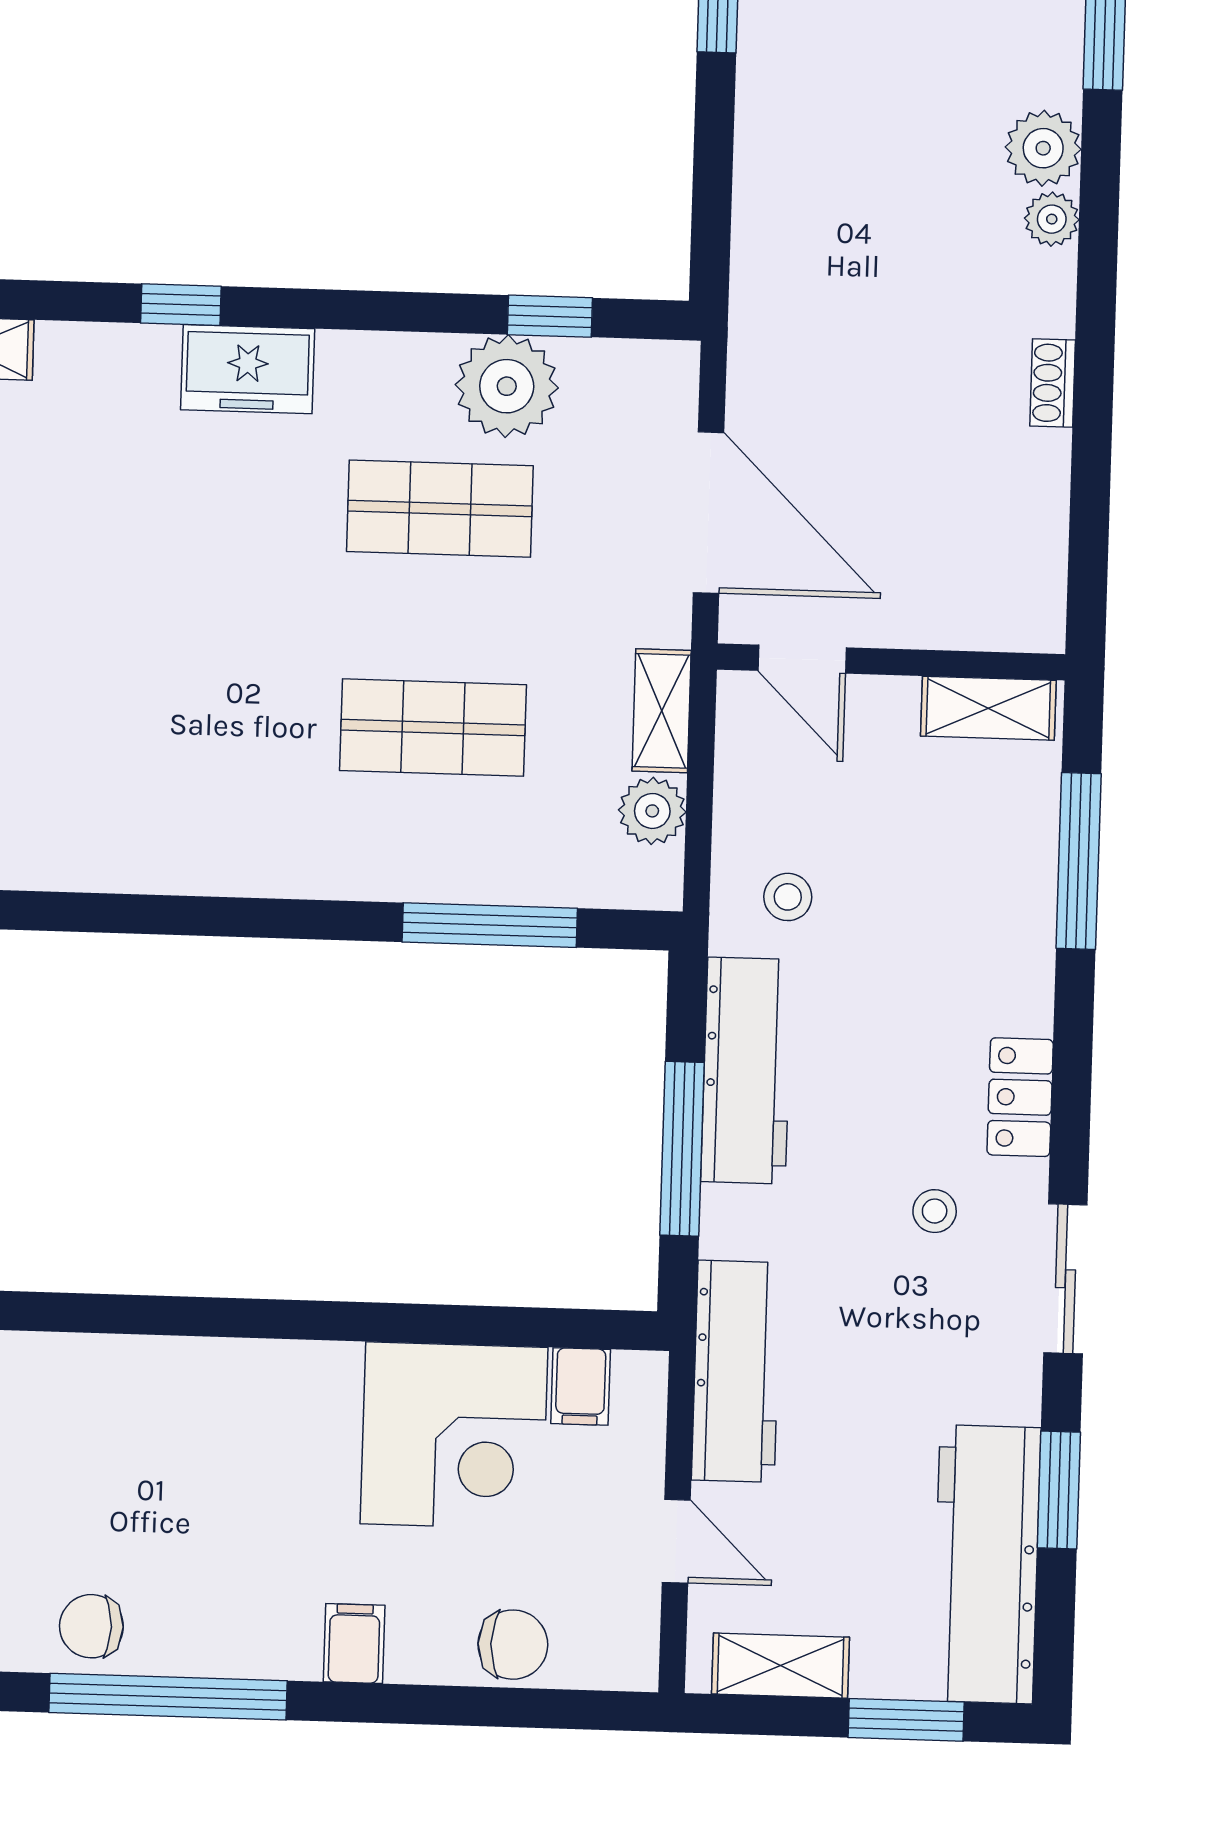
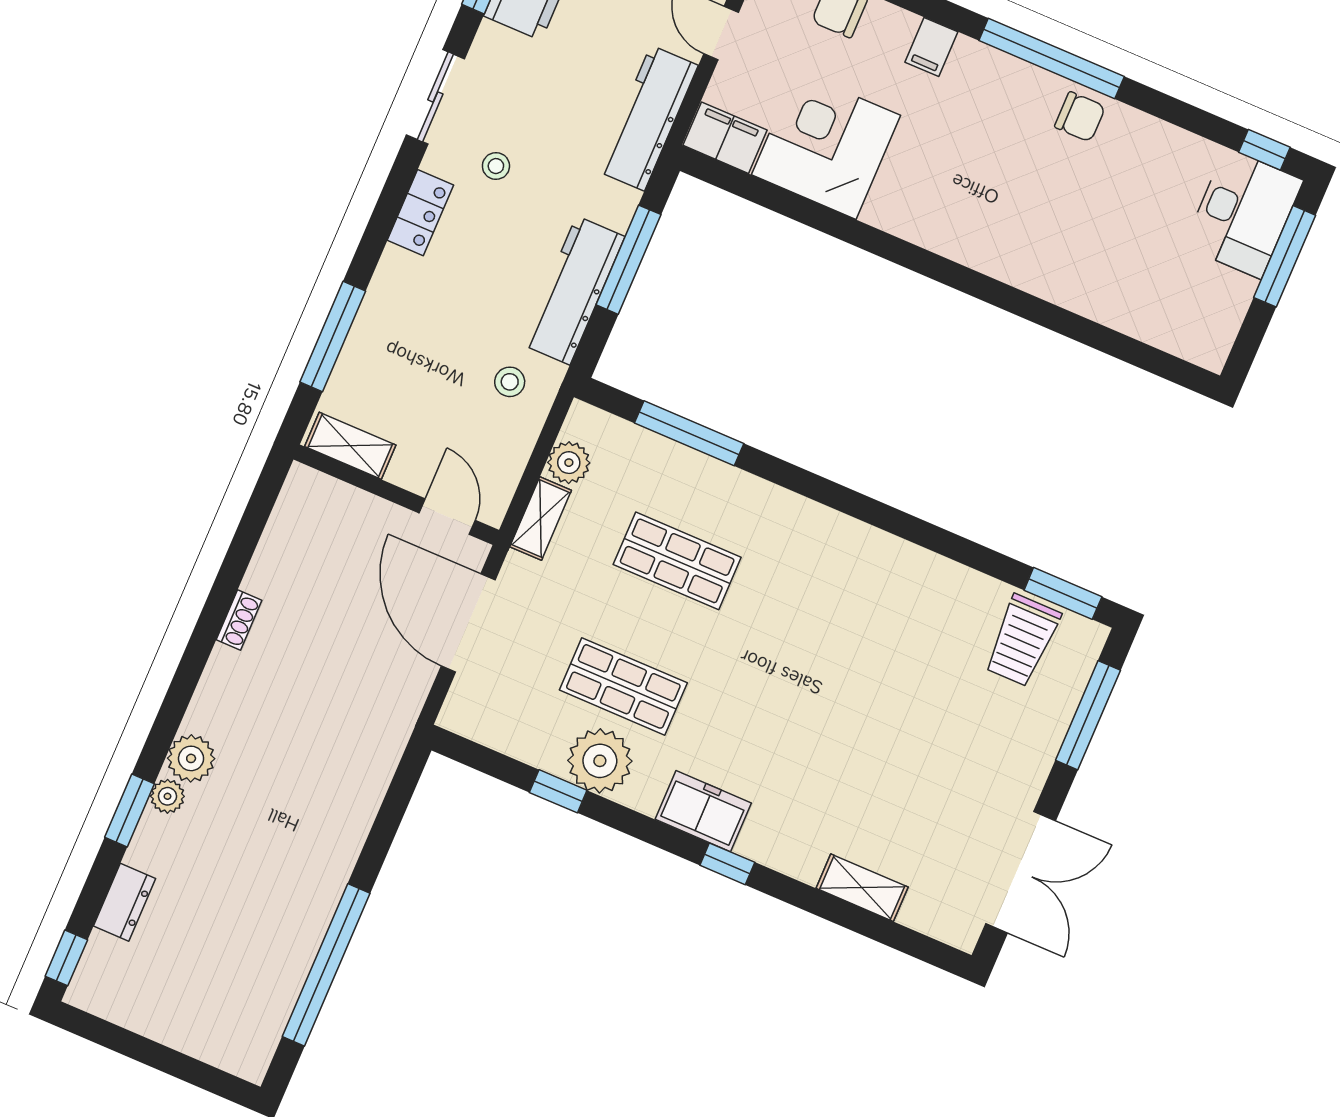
plant: (1052, 219) -> (167, 796), moved
window: (550, 316) -> (558, 791), moved
plant: (507, 386) -> (600, 761), moved
filing cabinet: (581, 1386) -> (725, 138), width x2.00

